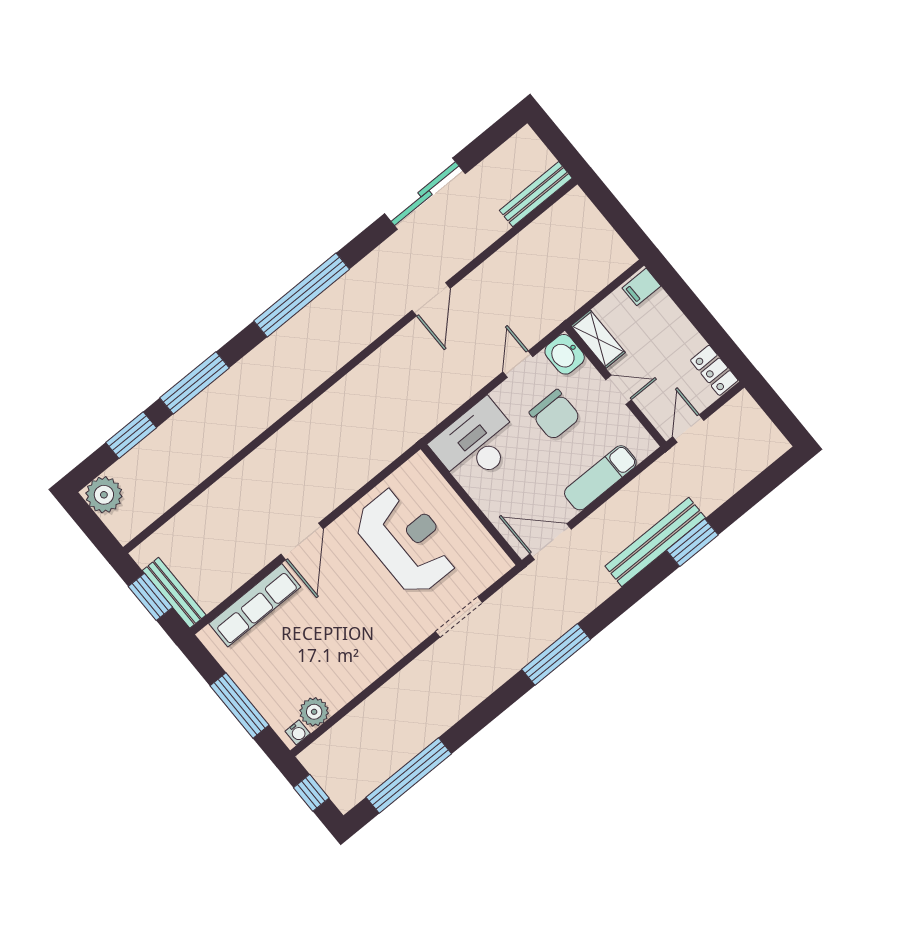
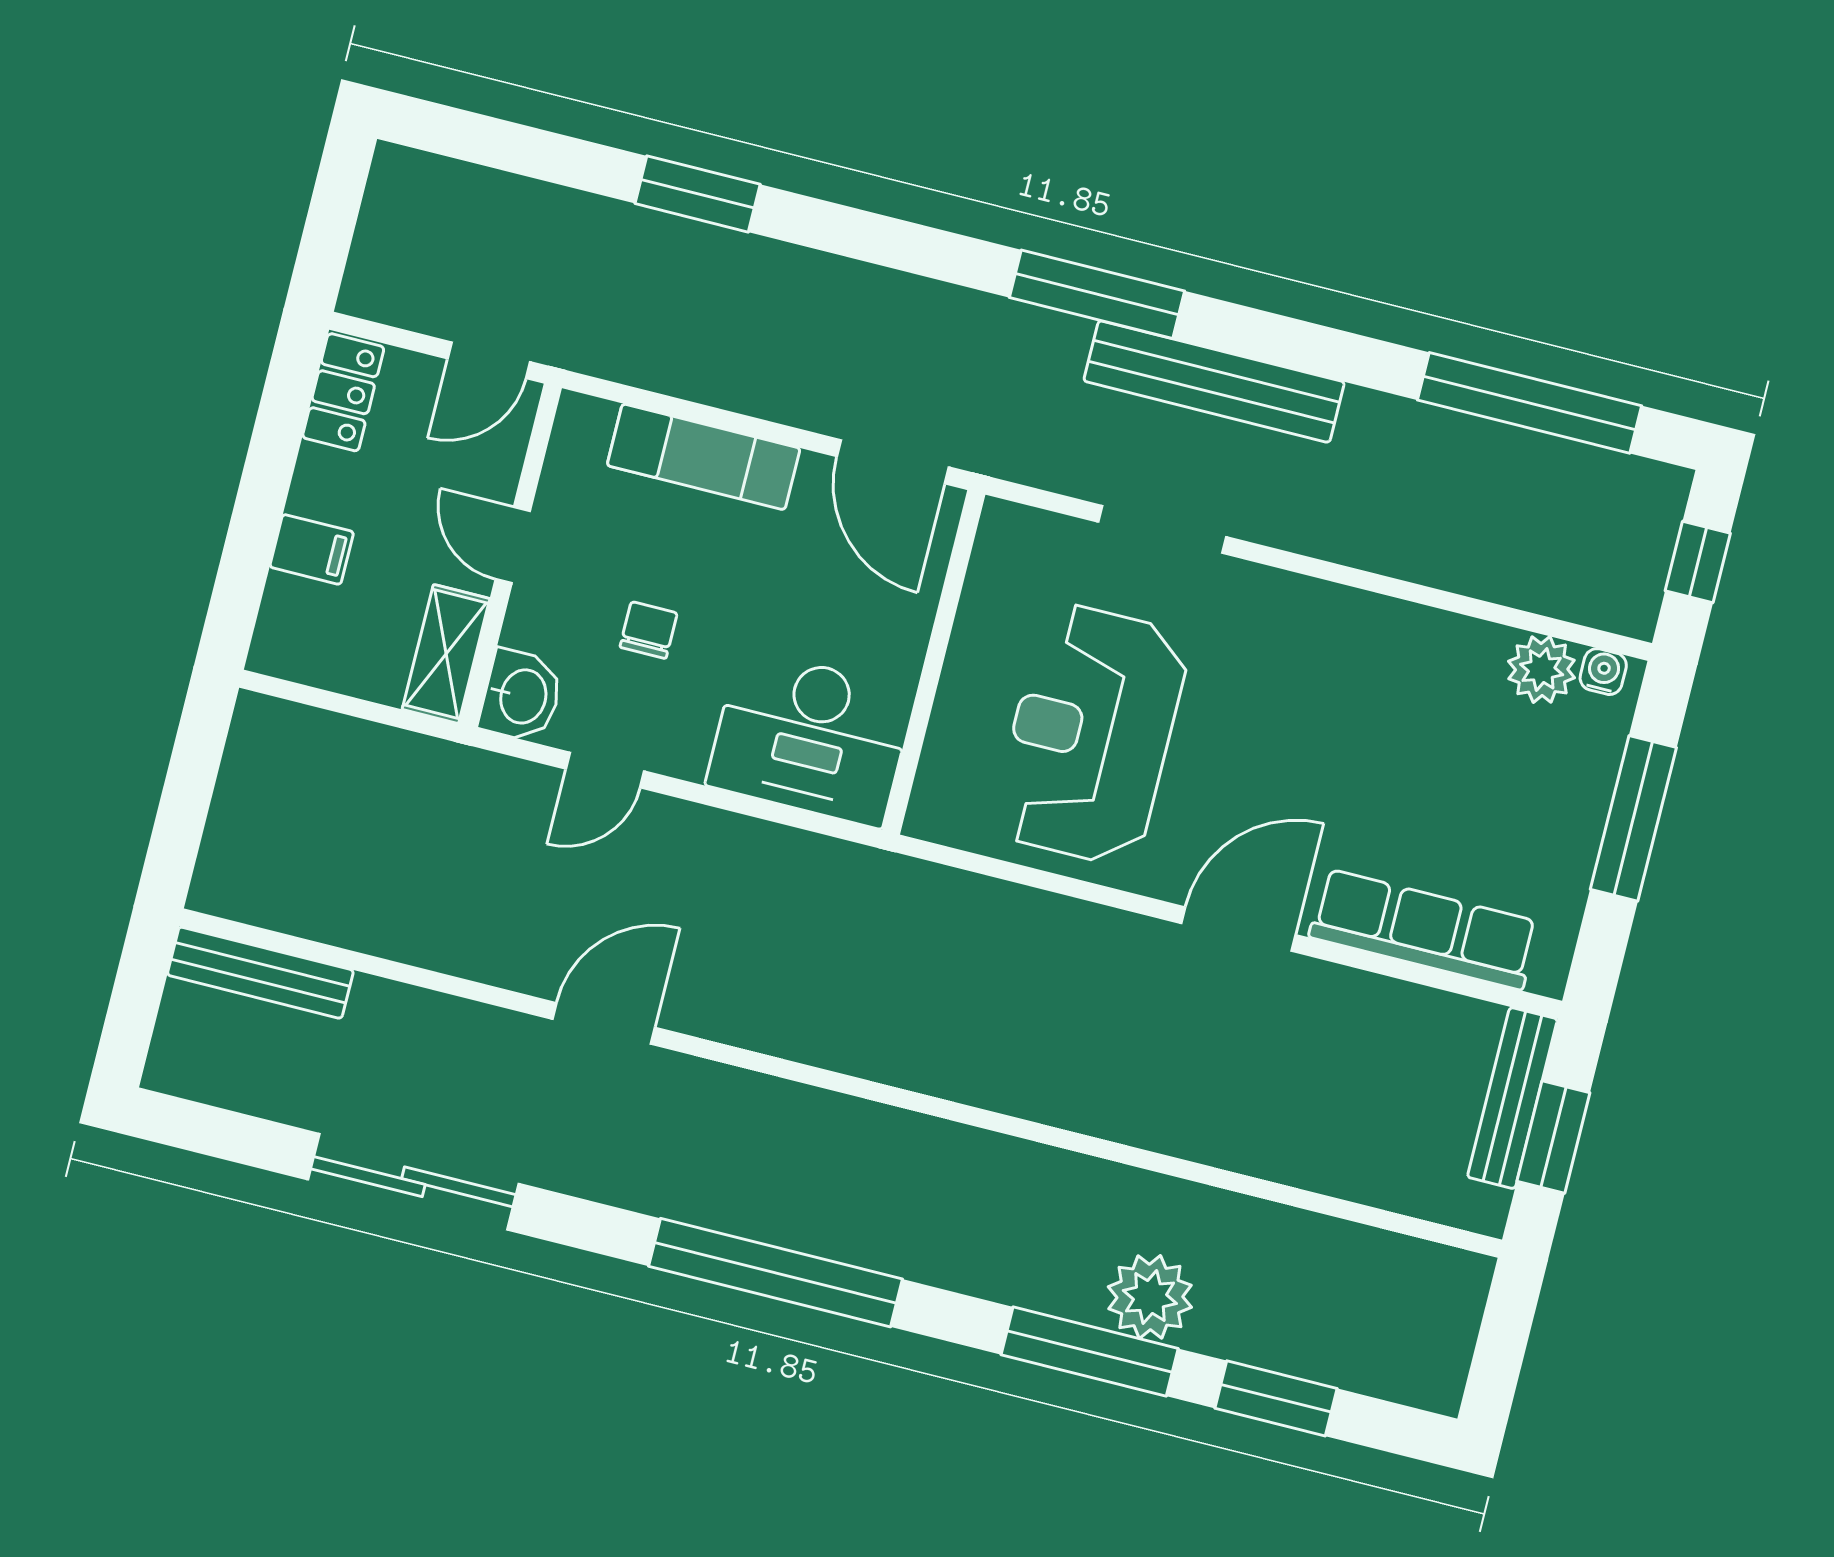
filing cabinet: (641, 287) -> (312, 549), moved
chair: (555, 415) -> (649, 630), width x0.54, depth x0.54
plant: (104, 495) -> (1150, 1297), moved
bench: (655, 542) -> (1214, 382), moved

